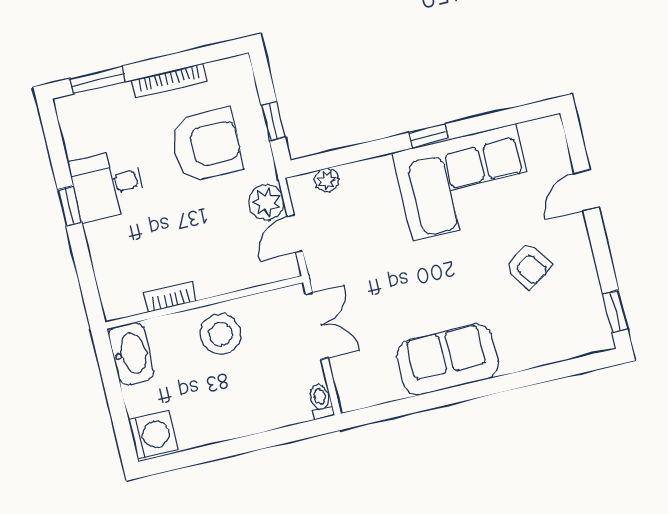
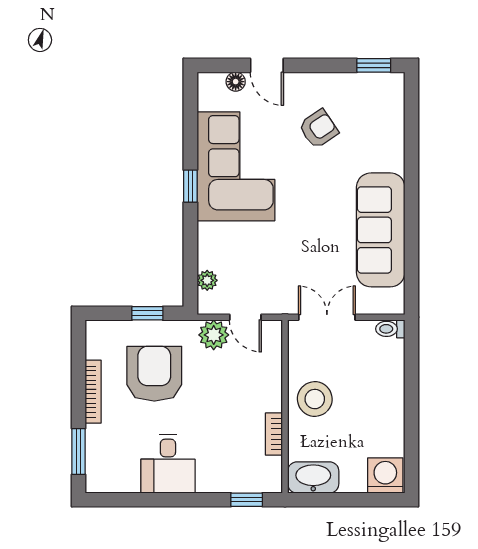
floor lamp: (560, 159) -> (236, 82), added
window: (70, 206) -> (247, 500), moved
sofa: (447, 360) -> (381, 230), width x1.36

